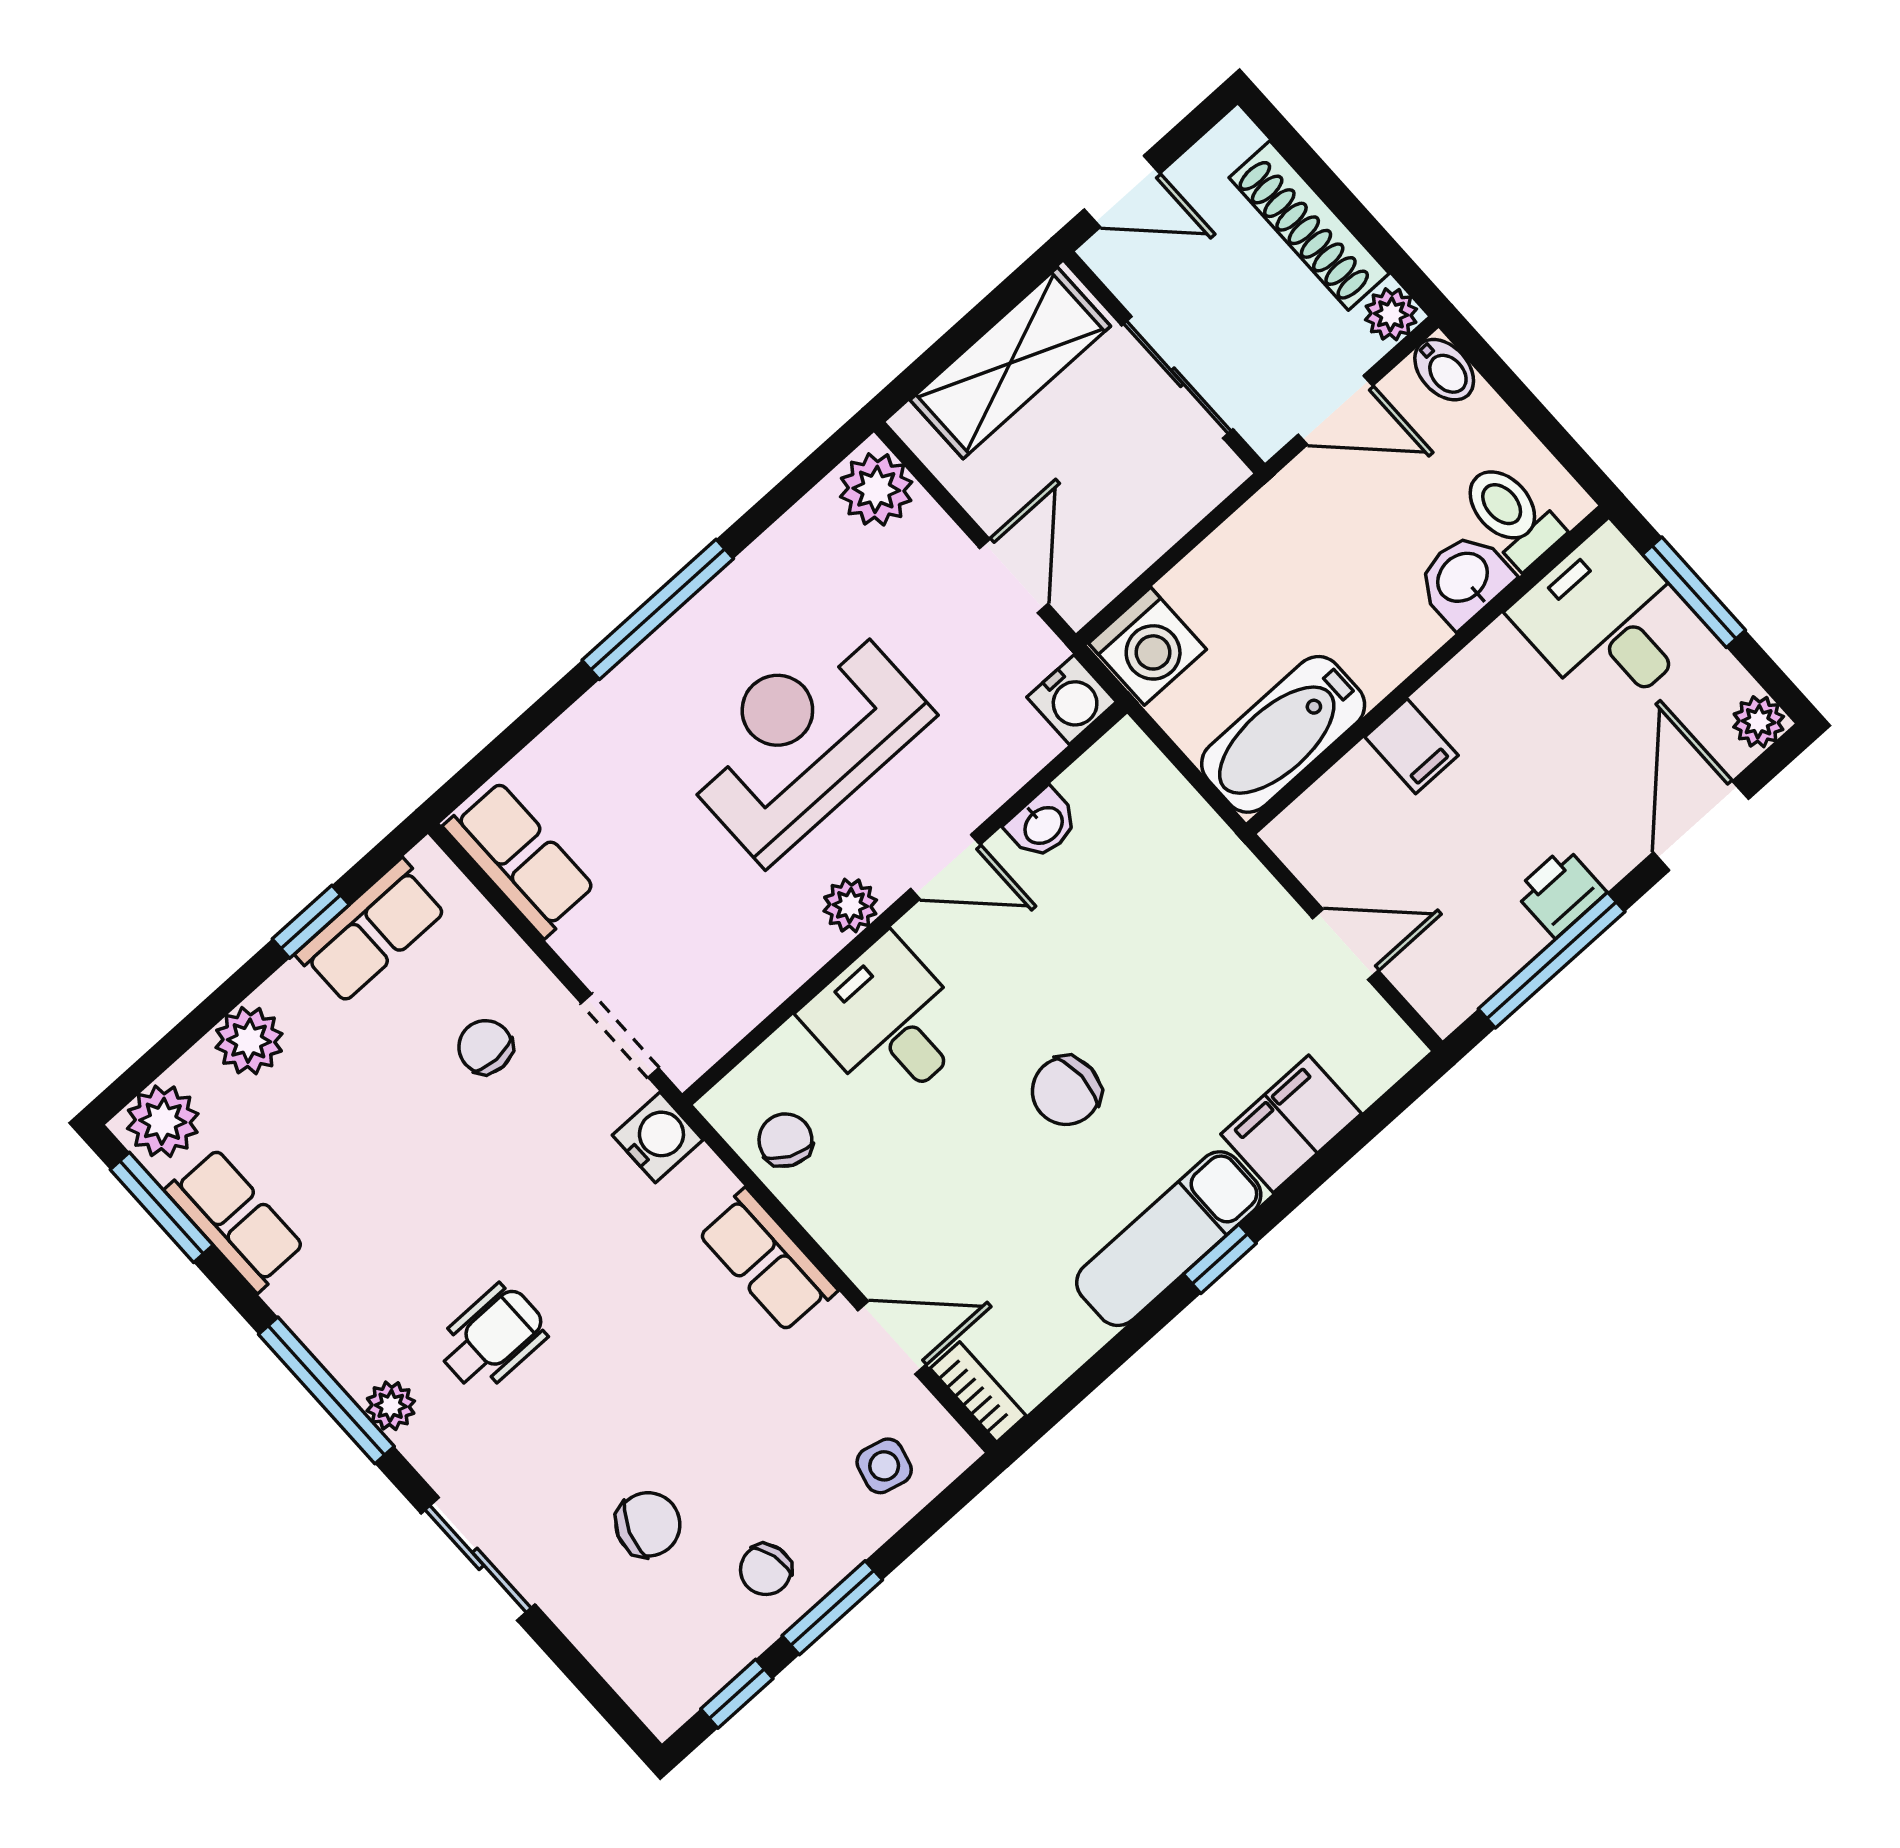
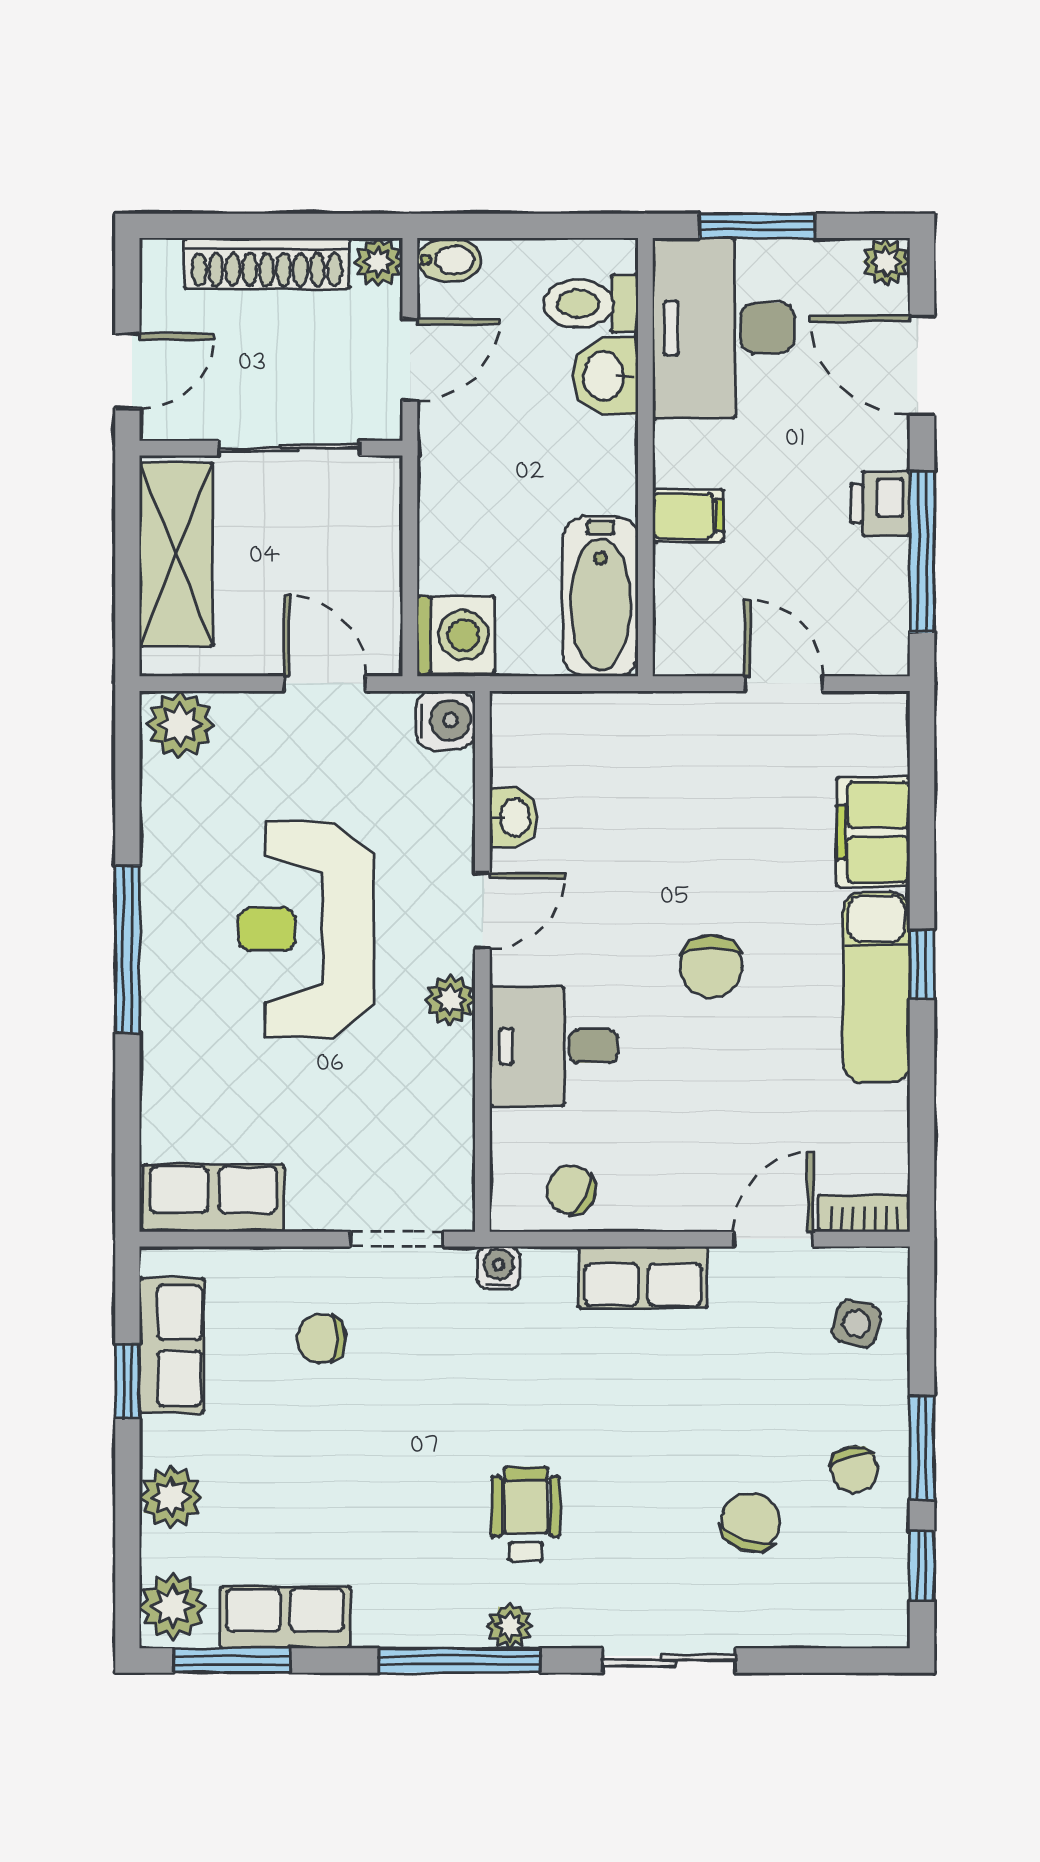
desk: (1607, 621) -> (724, 328), width x1.37
door: (1346, 944) -> (783, 684), hinge flipped
water cooler: (658, 1137) -> (499, 1268), width x0.72, depth x0.72

